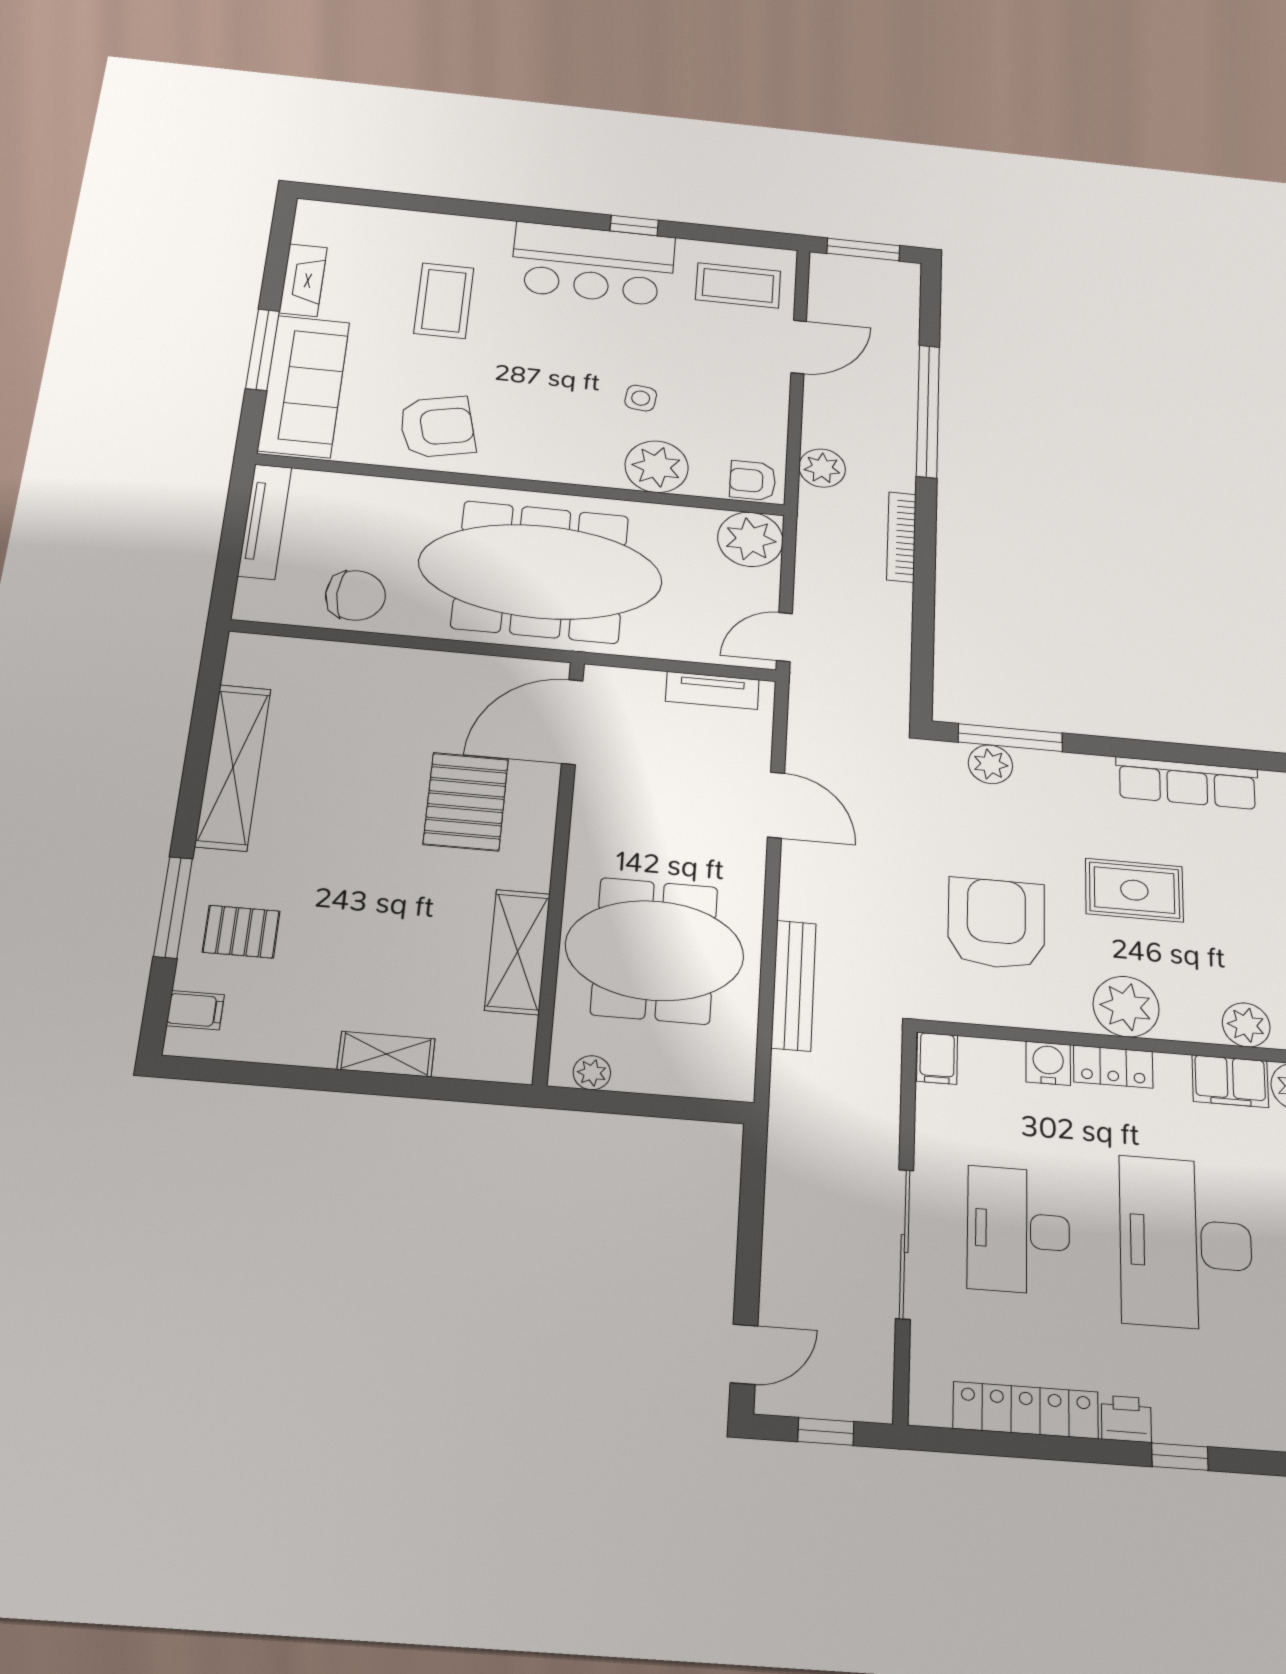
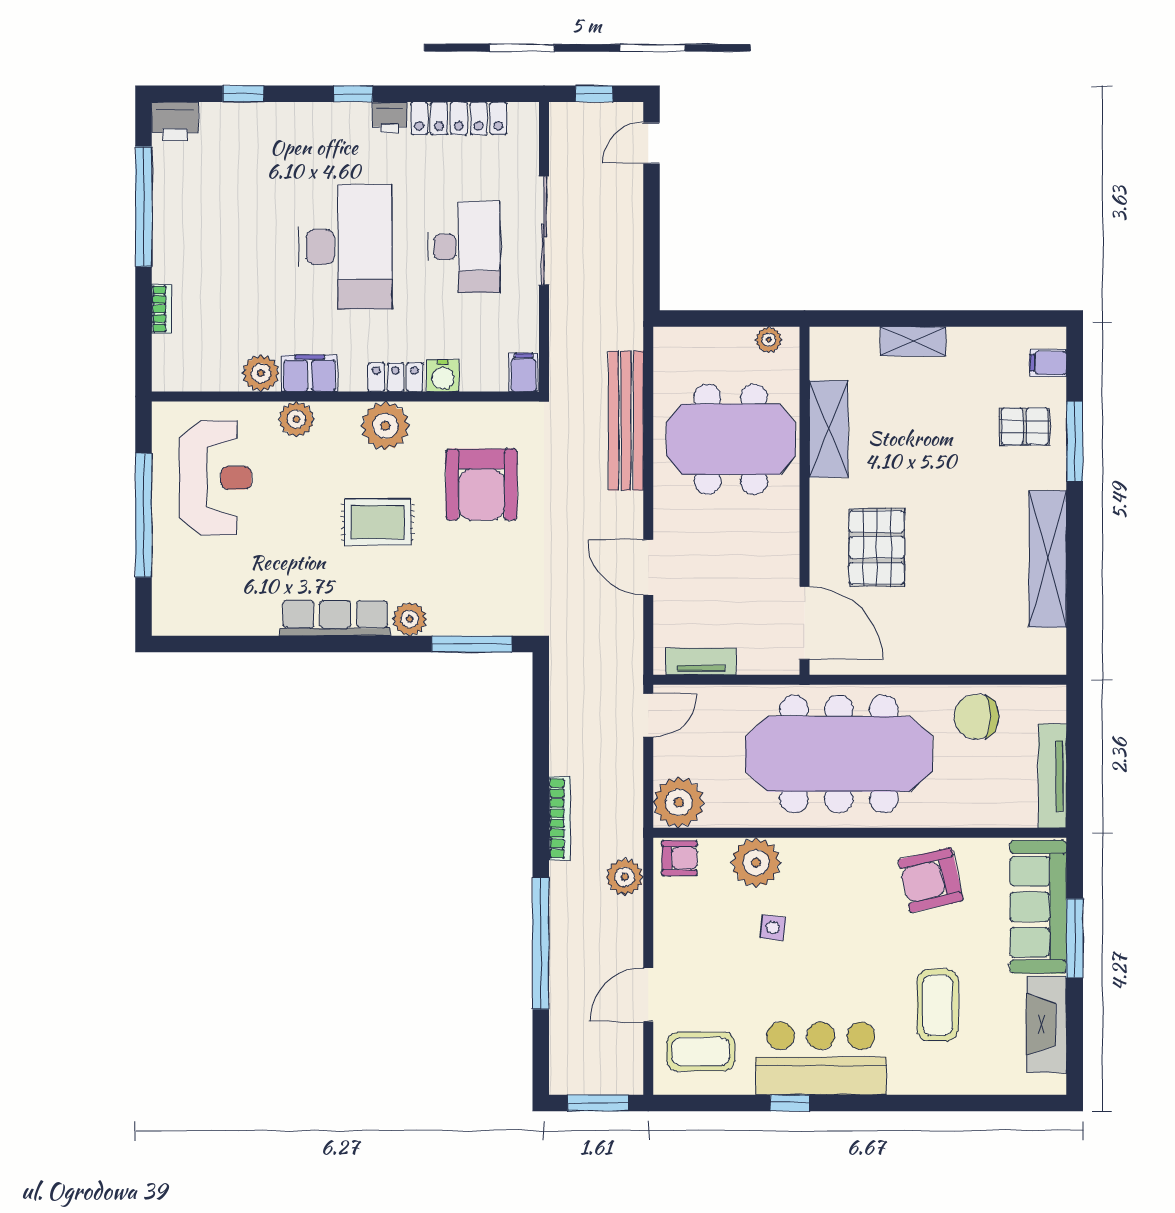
fireplace: (303, 280) -> (1047, 1024), width x1.37, depth x1.32
door: (572, 722) -> (804, 623), hinge flipped
plant: (990, 764) -> (410, 619), moved
bench: (794, 985) -> (626, 421), width x1.37, depth x1.21

